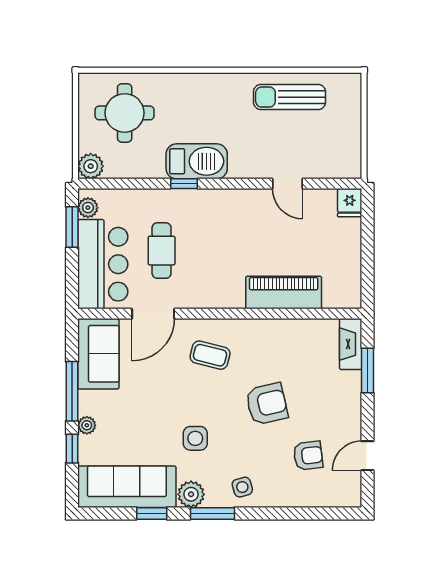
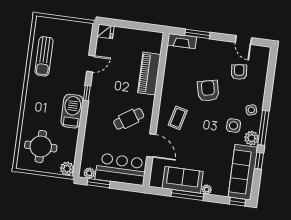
window: (184, 184) -> (87, 93), moved
cafe table: (162, 251) -> (129, 119), moved, turned -34
sofa: (98, 354) -> (183, 180), moved
side table: (195, 438) -> (233, 126), moved
window: (72, 449) -> (238, 202), moved
window: (212, 513) -> (263, 128), width x1.44

